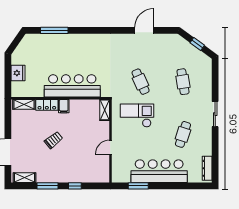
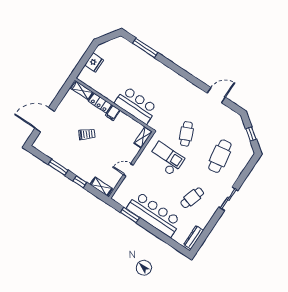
cafe table: (183, 82) -> (220, 156), width x1.37, depth x1.35
bar counter: (72, 86) -> (136, 105), width x0.73
shelving: (24, 178) -> (101, 187), moved

